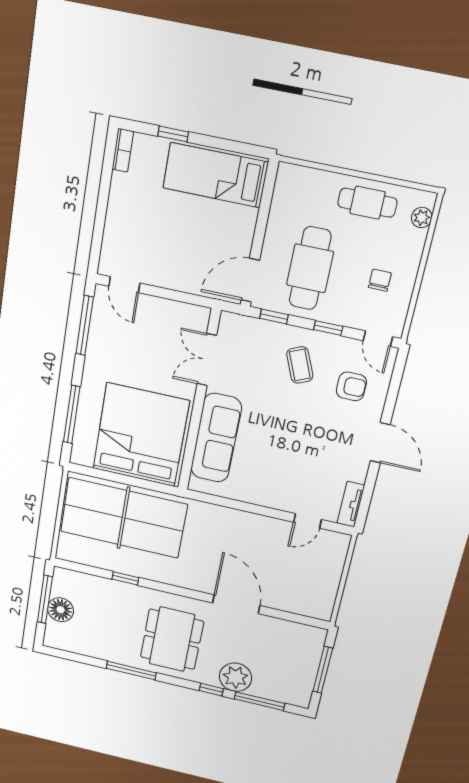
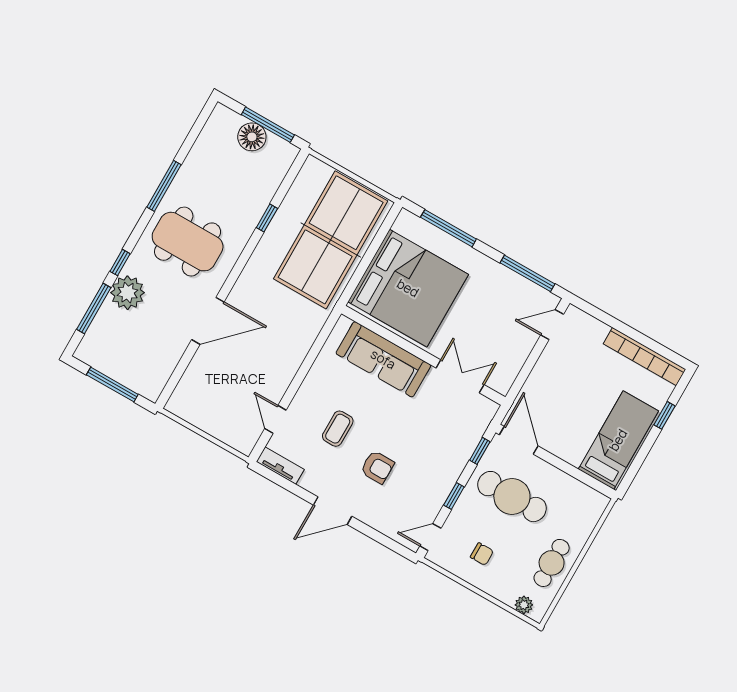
bookcase: (123, 150) -> (644, 357), width x2.31, depth x1.31
coffee table: (300, 365) -> (338, 429), moved, turned -67
armchair: (351, 386) -> (377, 467), moved, turned -90

